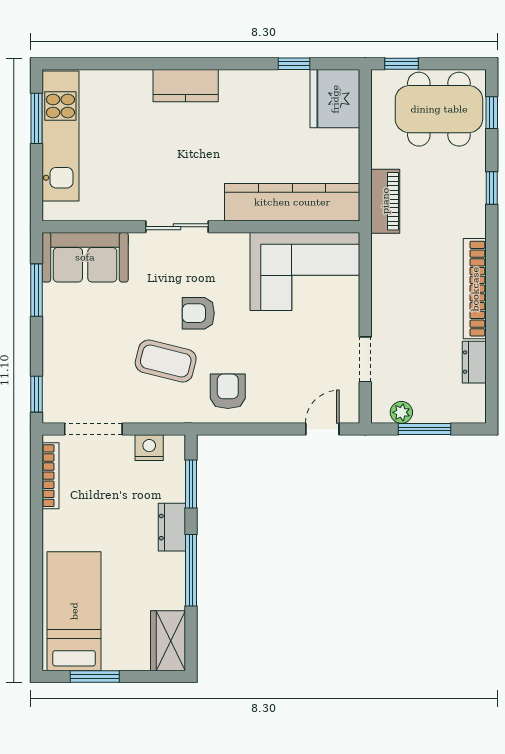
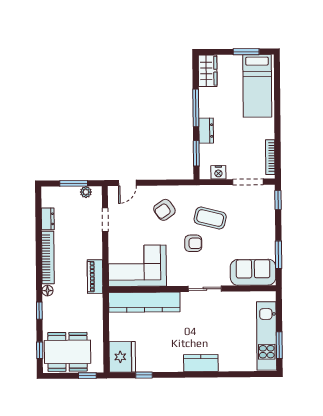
piano: (385, 201) -> (95, 277), moved
floor lamp: (476, 226) -> (48, 291), added
armchair: (228, 391) -> (164, 210), moved, turned 55

